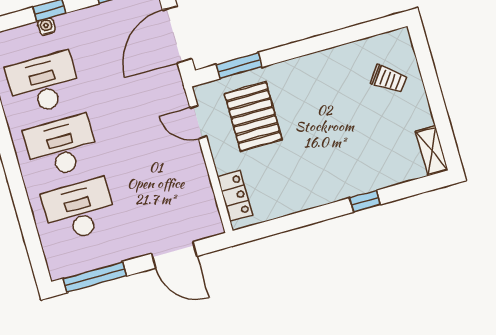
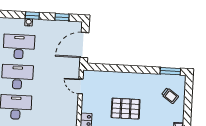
window: (239, 66) -> (170, 71), moved
pallet: (253, 116) -> (126, 109), moved, turned 90

